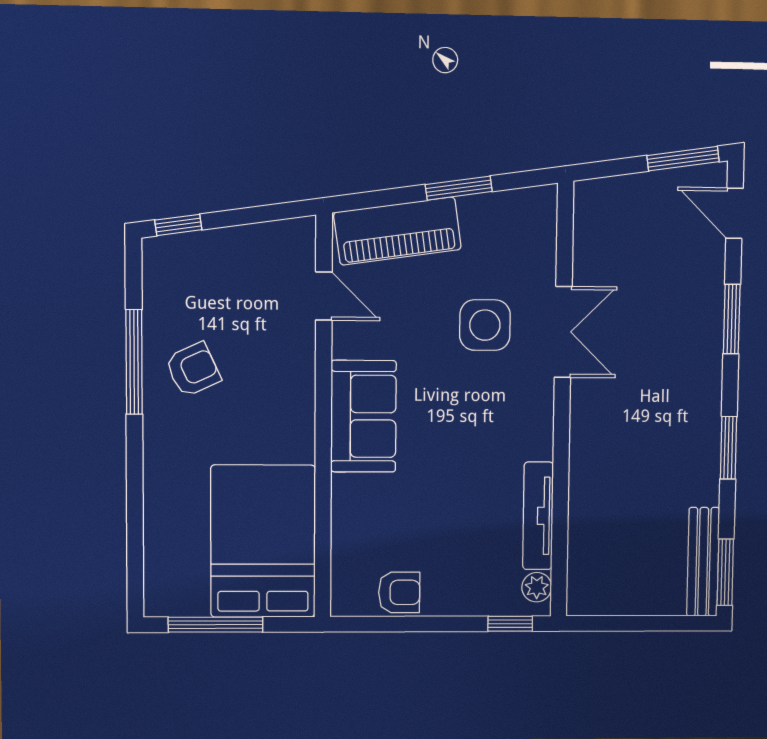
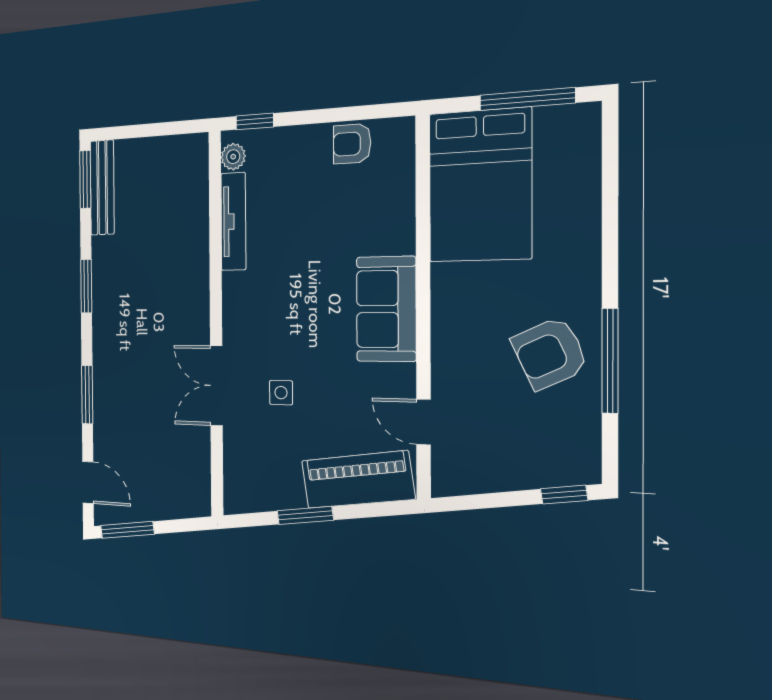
side table: (485, 325) -> (281, 393), width x0.54, depth x0.54
armchair: (193, 369) -> (550, 353), width x1.38, depth x1.38

